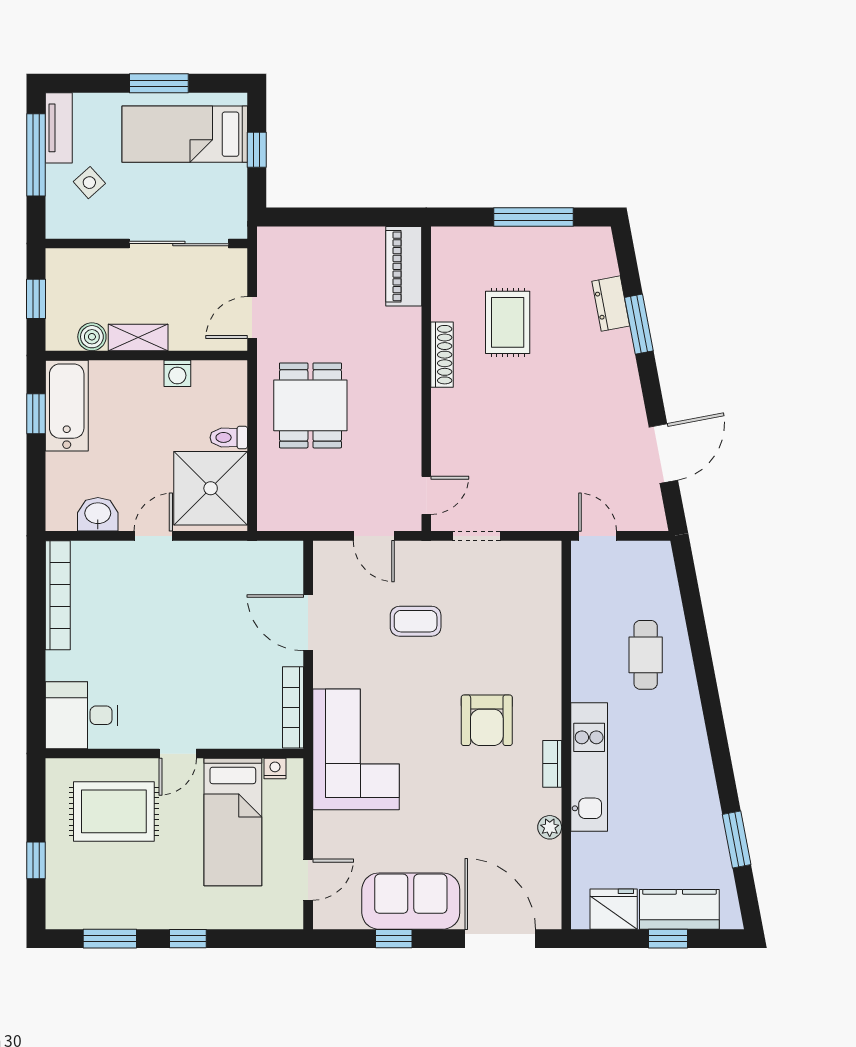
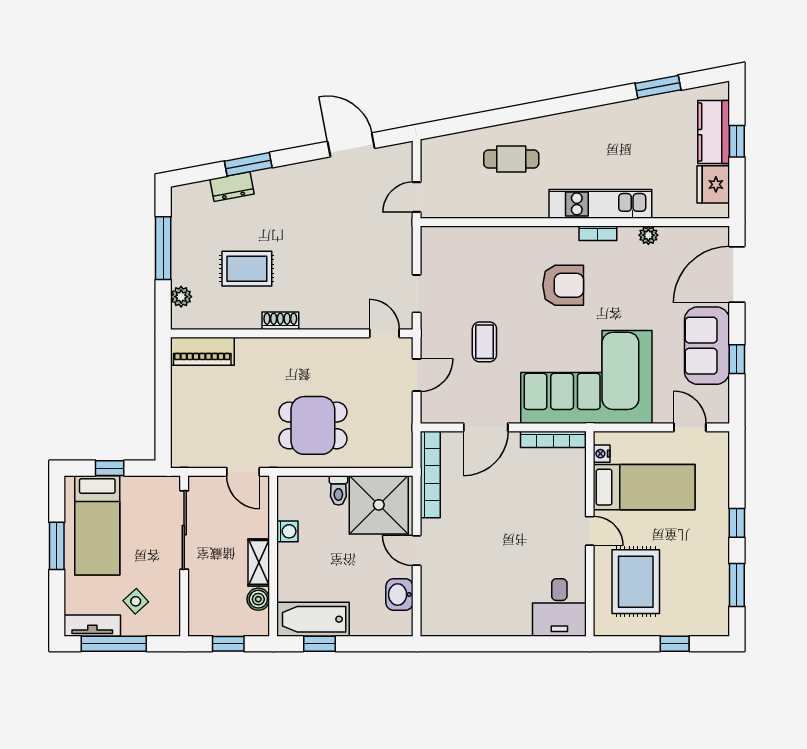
plant: (472, 240) -> (181, 297), added
shoe rack: (442, 355) -> (280, 321), width x0.70
bookcase: (58, 595) -> (430, 474), moved, turned 90
corner sofa: (356, 749) -> (586, 377), width x1.36, depth x1.36

